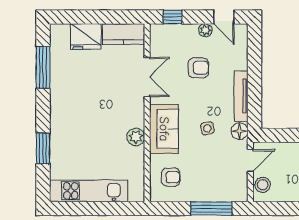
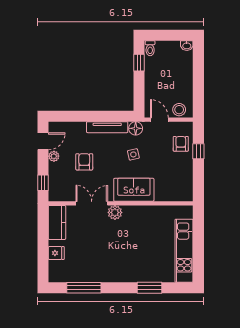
fridge: (86, 36) -> (56, 253), width x0.53, depth x0.75
plant: (136, 137) -> (115, 212), moved
armchair: (171, 177) -> (181, 144), moved
window: (211, 208) -> (198, 151), width x0.46

